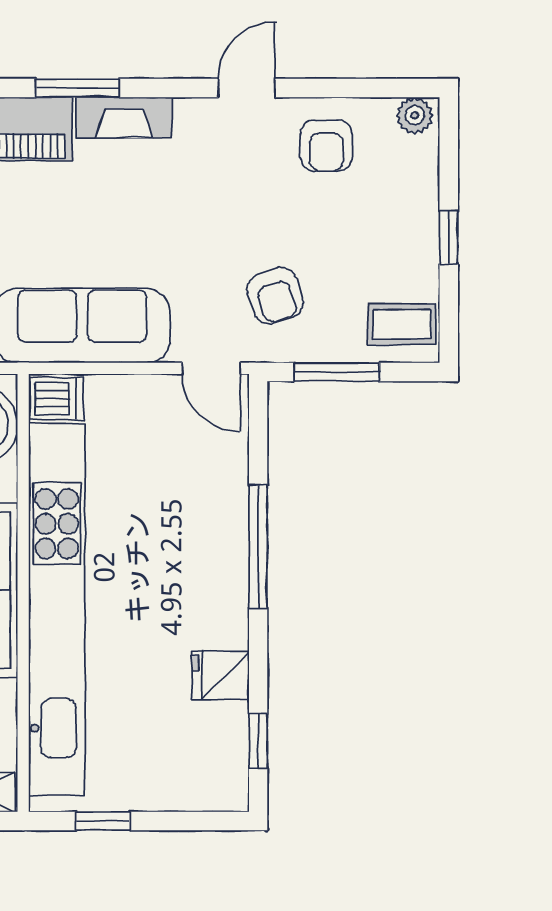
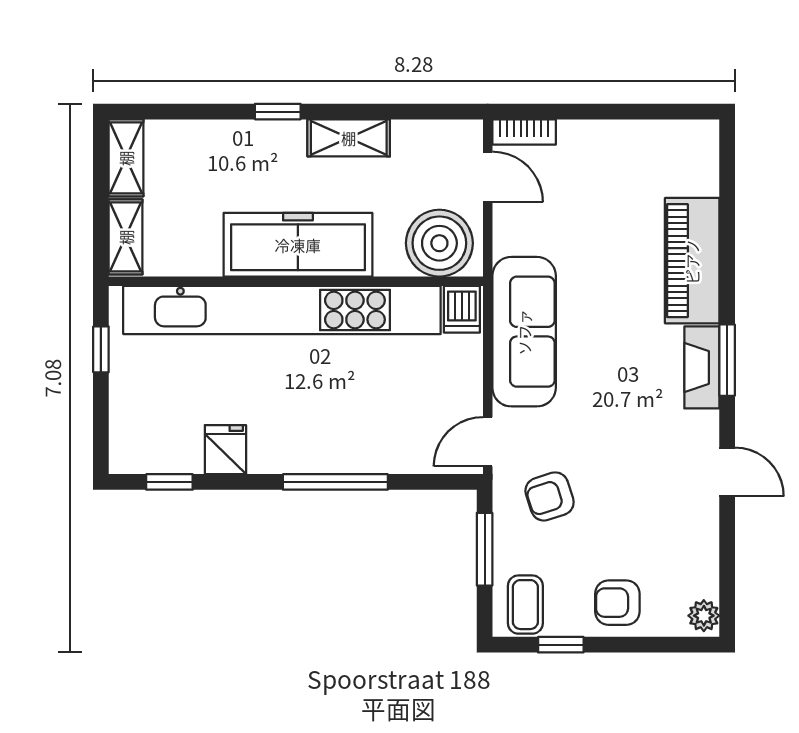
window: (77, 88) -> (727, 360), moved
armchair: (326, 146) -> (617, 603), moved
window: (449, 237) -> (561, 645), moved

